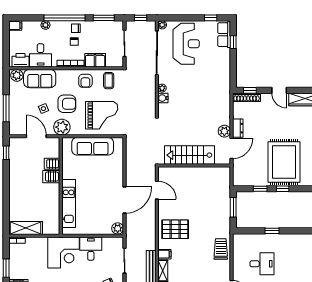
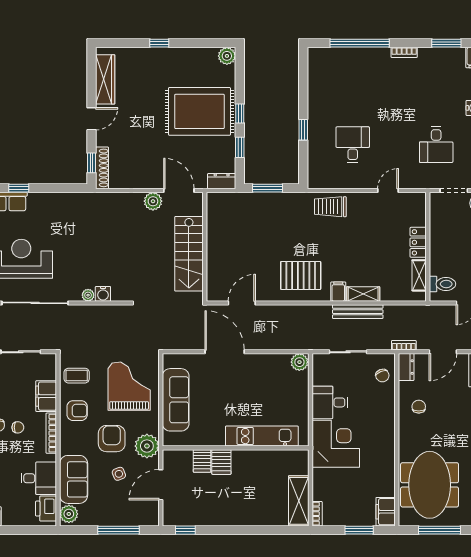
dresser: (238, 128) -> (222, 181), moved
door: (124, 200) -> (225, 352), moved
pallet: (175, 229) -> (301, 275), turned 90

